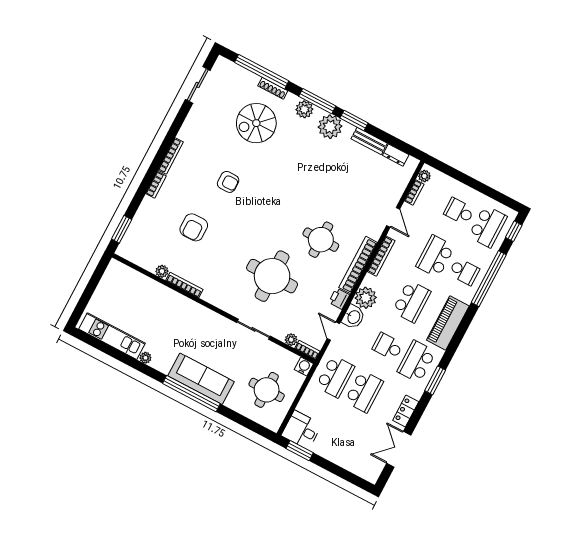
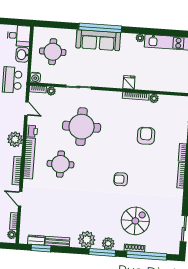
window: (354, 120) -> (41, 248), moved
armchair: (228, 182) -> (121, 179), moved
fridge: (185, 306) -> (129, 82), added
washbasin: (353, 317) -> (22, 55), moved
window: (300, 451) -> (14, 22), removed

